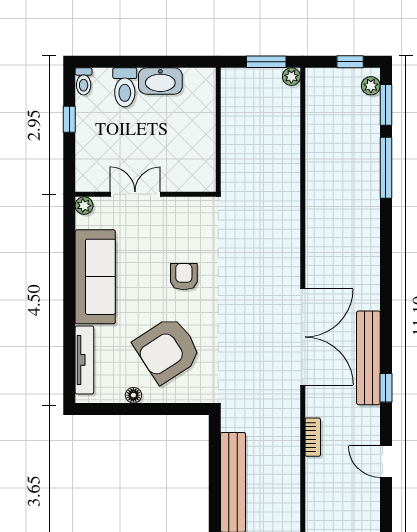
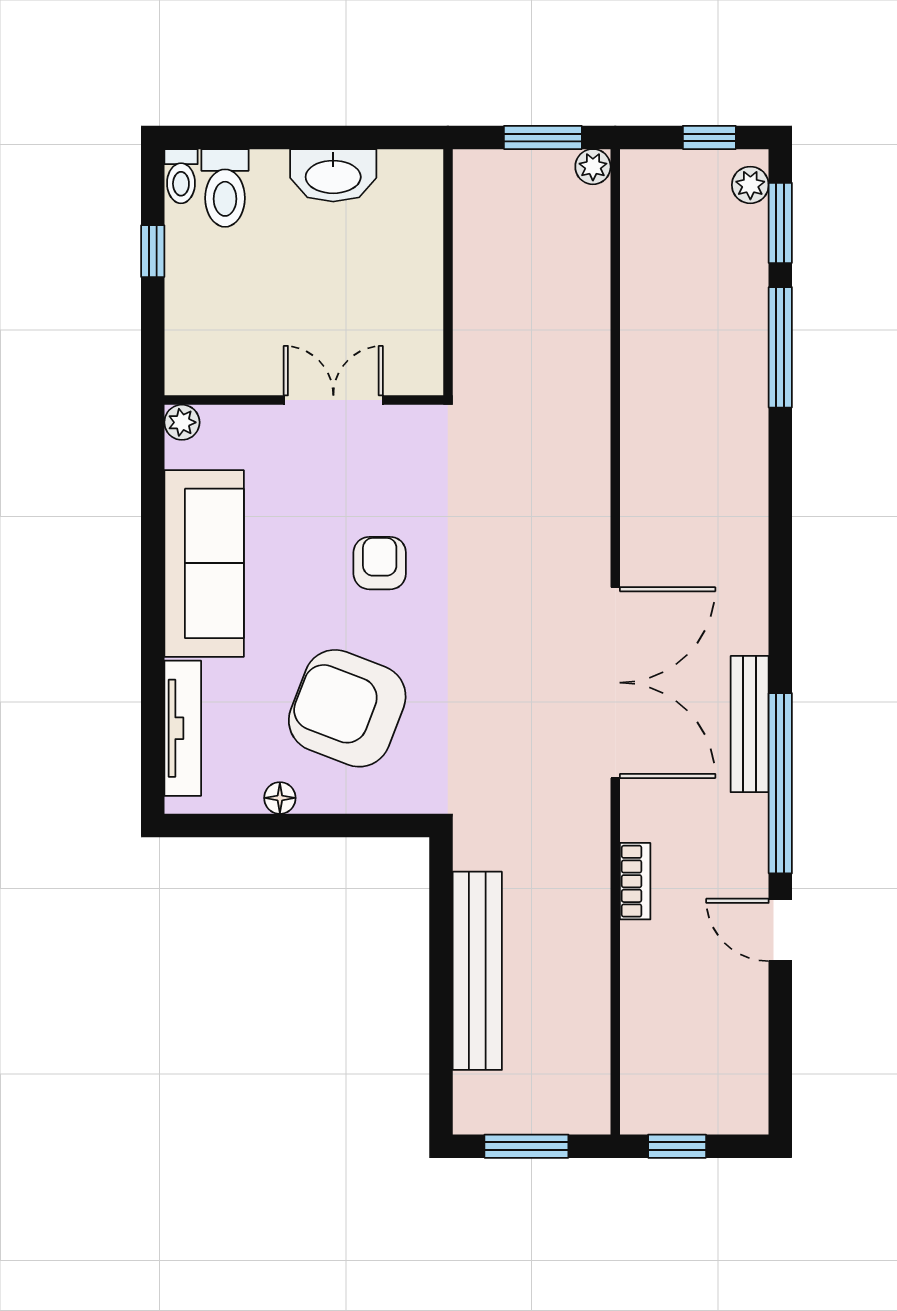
toilet: (125, 87) -> (225, 188), moved
double door: (135, 194) -> (333, 400), moved
armchair: (167, 350) -> (347, 708), turned 54
bench: (368, 358) -> (750, 724), width x0.73, depth x0.82
window: (386, 388) -> (780, 783), width x3.17

